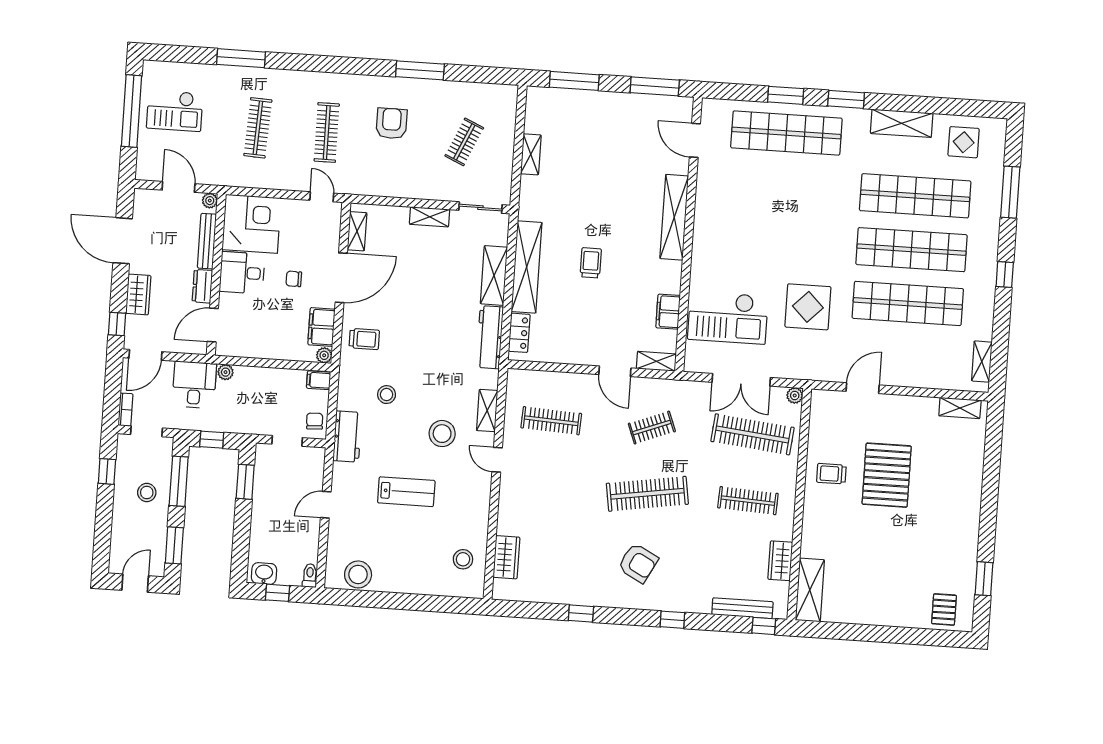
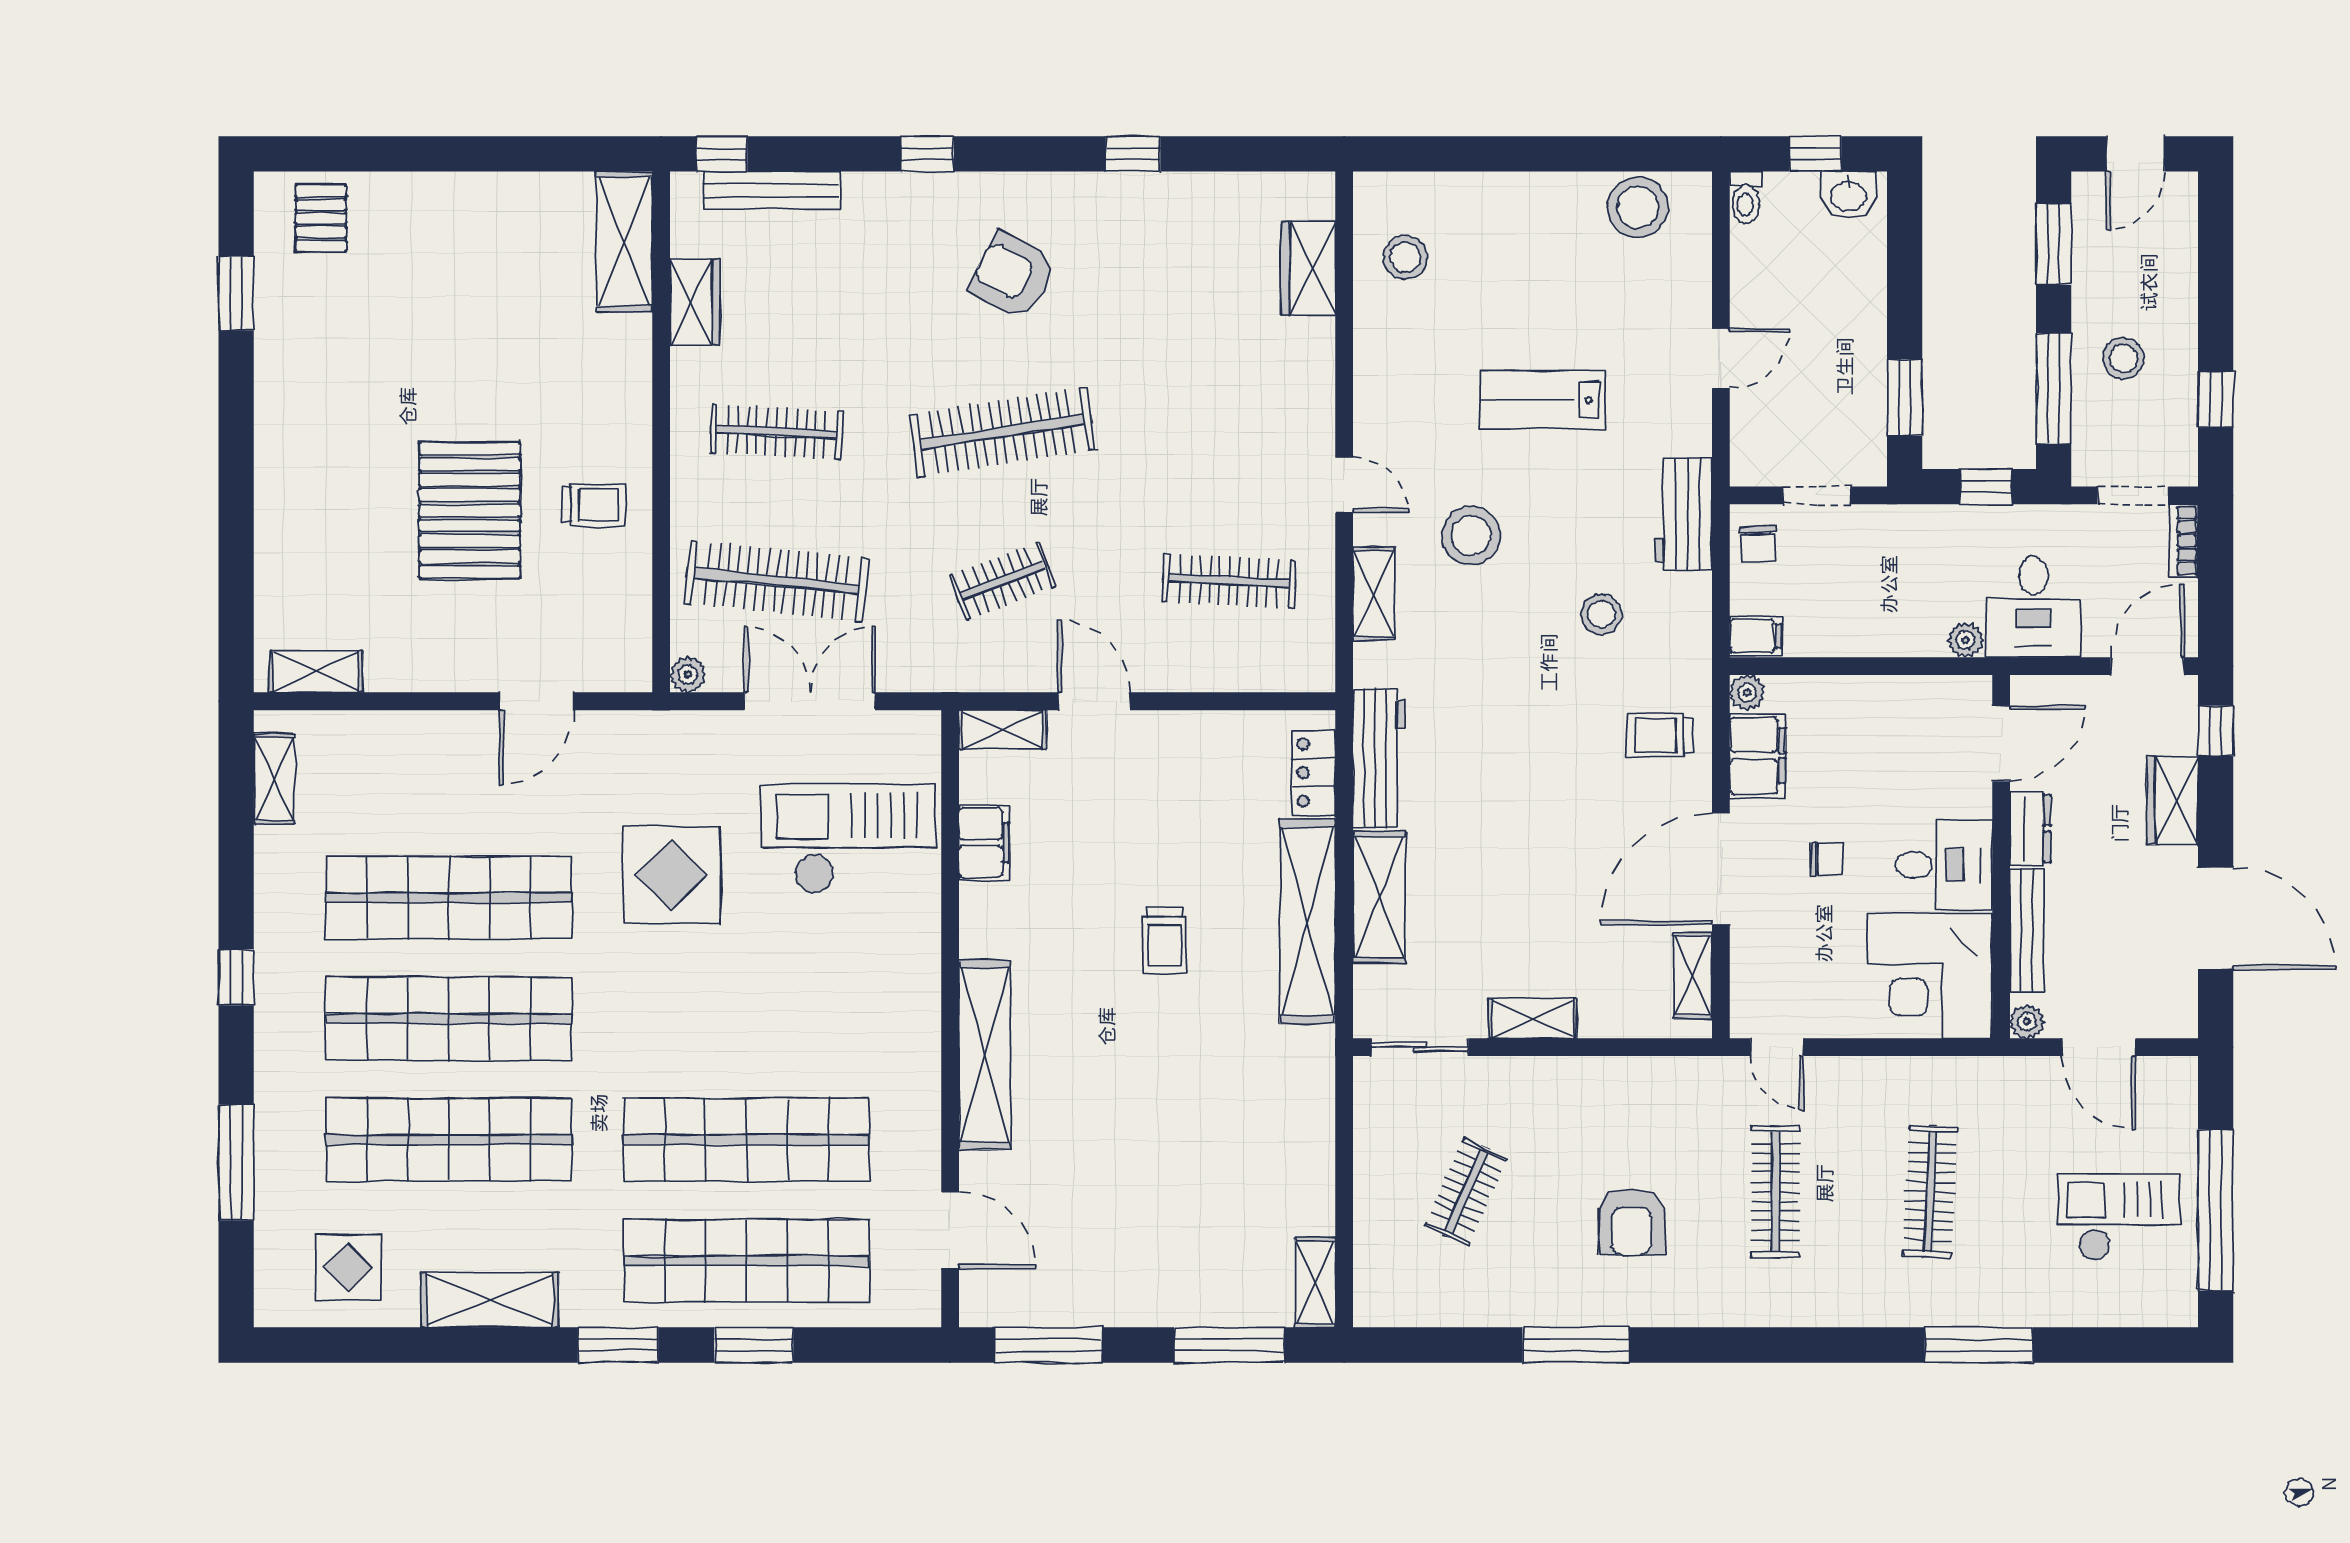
shelving: (531, 154) -> (1315, 1283), moved
shop shelf: (783, 187) -> (746, 1140), added

